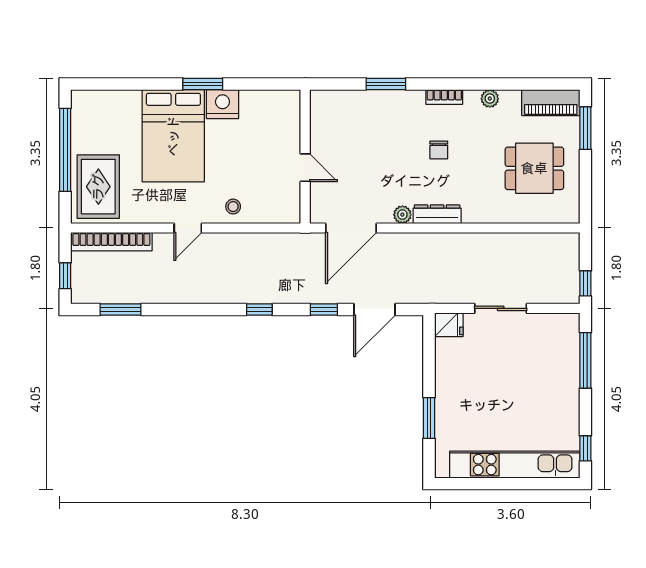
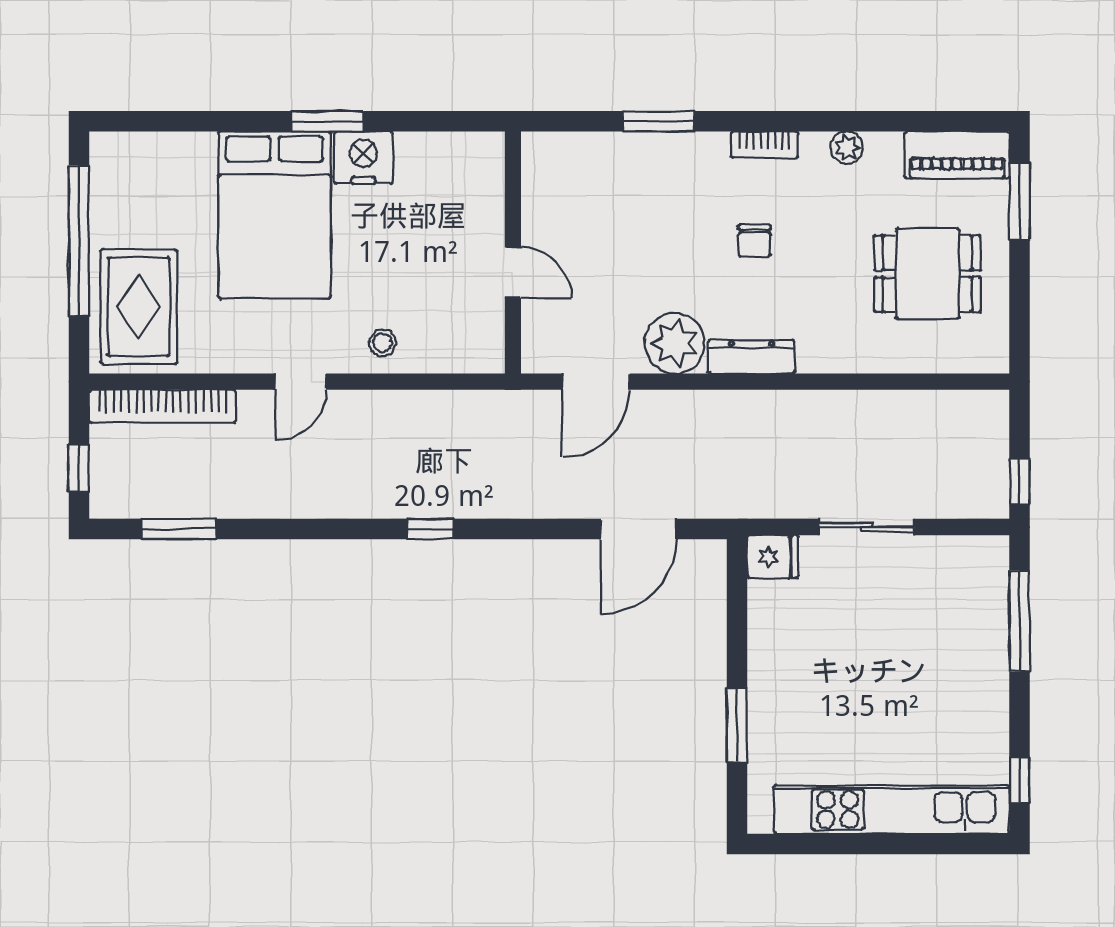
plant: (402, 215) -> (675, 343), width x1.88, depth x1.88
door: (351, 228) -> (596, 382), width x0.73
window: (324, 309) -> (547, 529), removed

